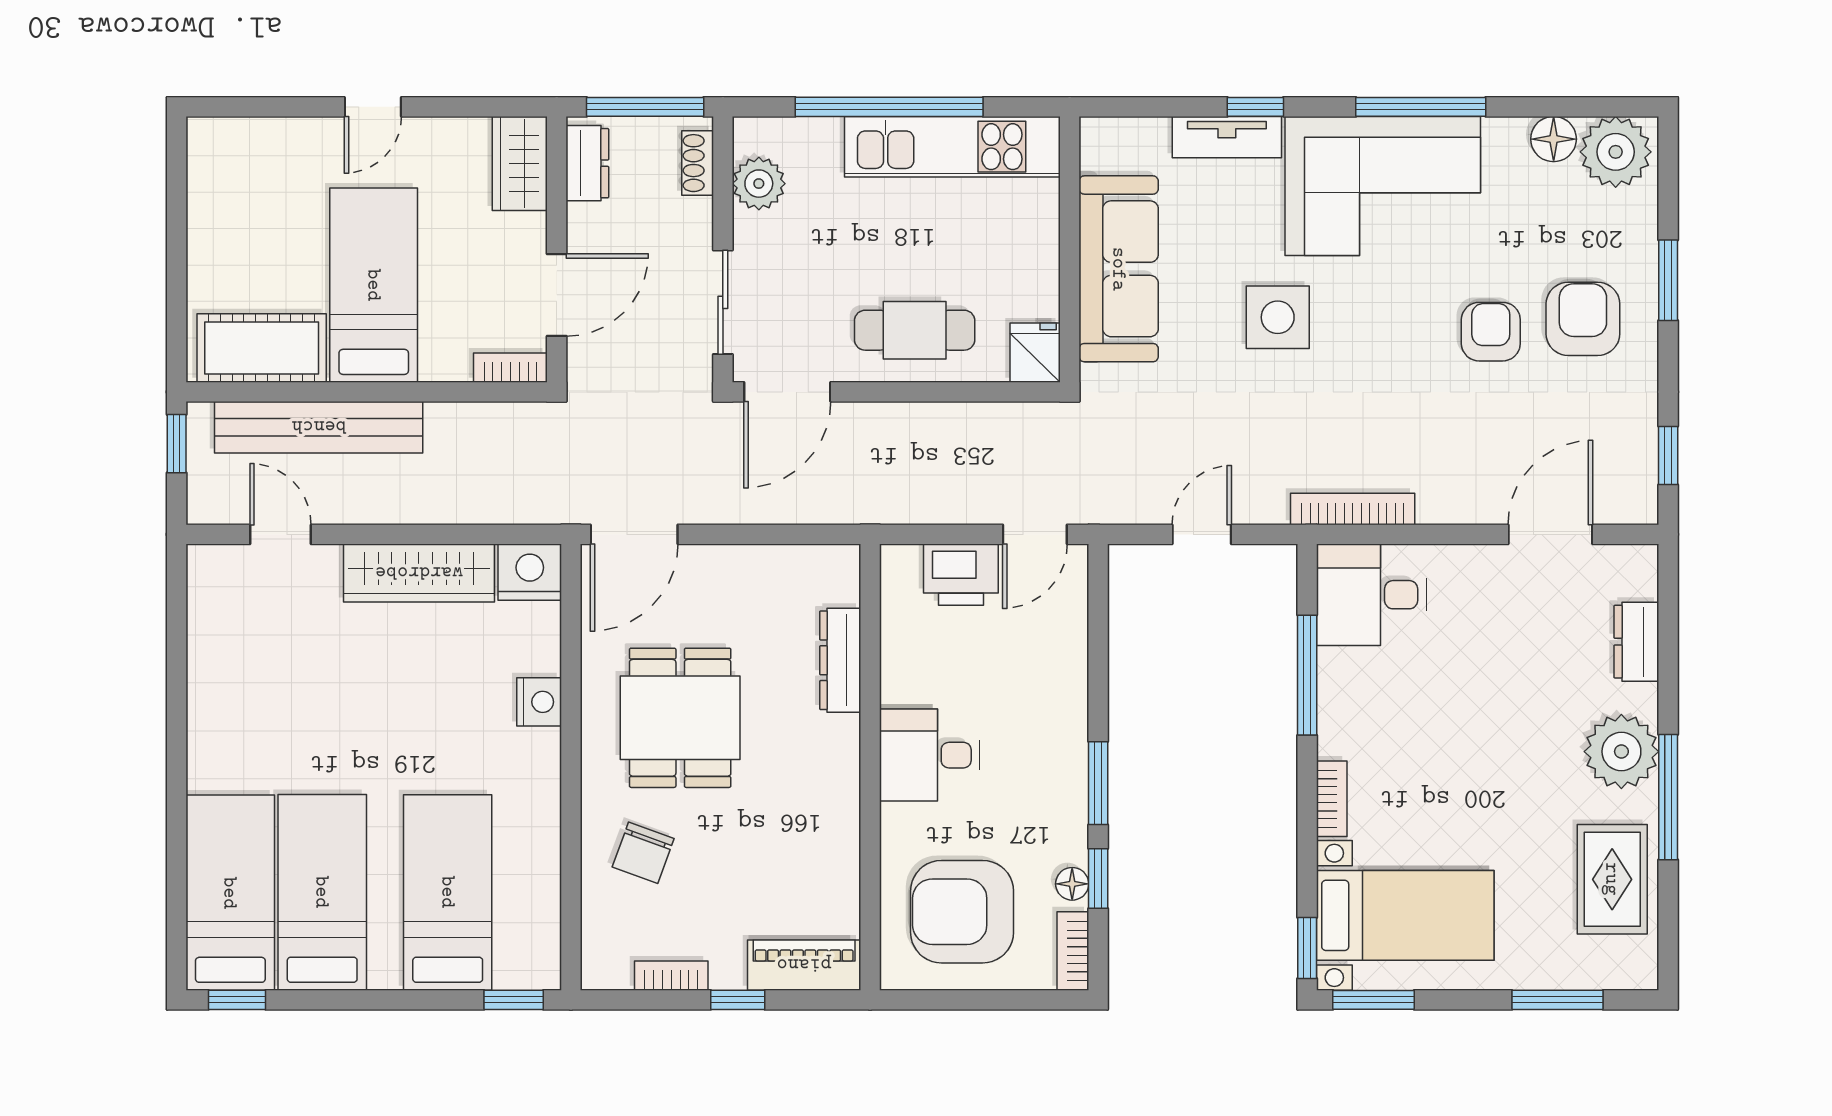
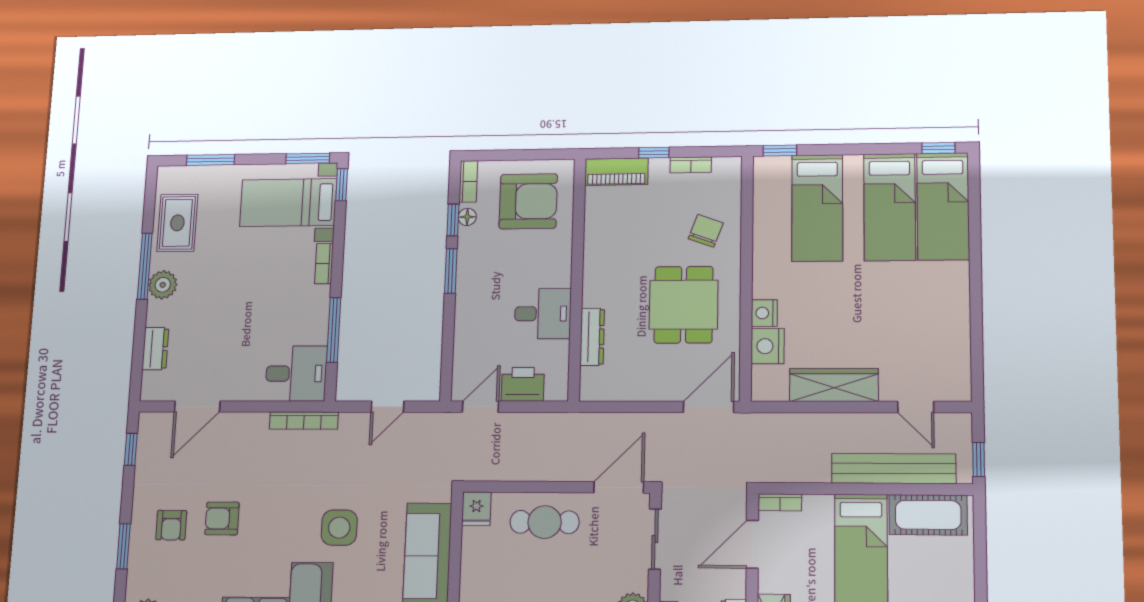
armchair: (1583, 319) -> (171, 525), width x0.72, depth x0.72
armchair: (1491, 332) -> (222, 518), turned 90
nightstand: (530, 572) -> (768, 346), moved, turned 90
plant: (1621, 752) -> (163, 285), width x0.73, depth x0.73
desk: (929, 755) -> (543, 314), moved

